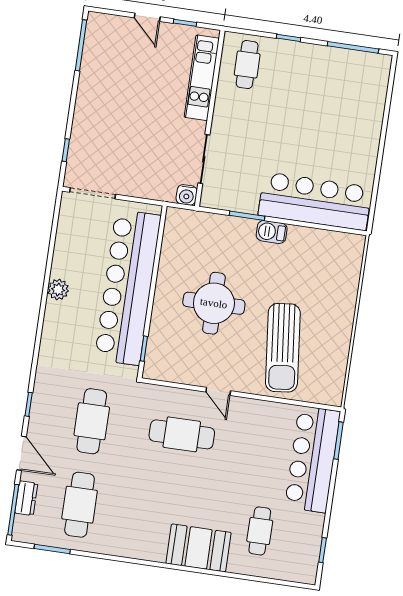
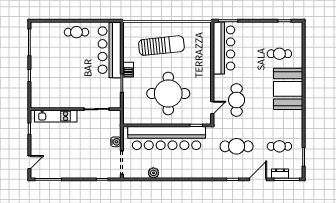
door: (147, 17) -> (29, 162), moved
cafe table: (247, 65) -> (76, 32), moved
water cooler: (187, 195) -> (116, 142), moved
plant: (58, 290) -> (153, 173), moved
round table: (214, 303) -> (168, 93), width x1.36, depth x1.36
sun lounger: (283, 348) -> (161, 46), moved
door: (218, 391) -> (212, 108), moved
bar counter: (313, 459) -> (224, 48), moved, turned -90
cafe table: (80, 505) -> (279, 146), width x0.73, depth x0.74
booth: (199, 548) -> (288, 89), width x1.36, depth x1.42

